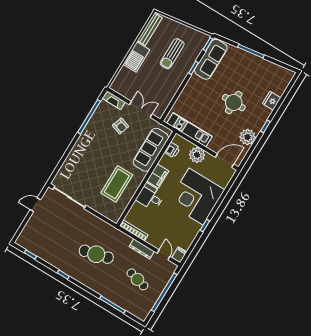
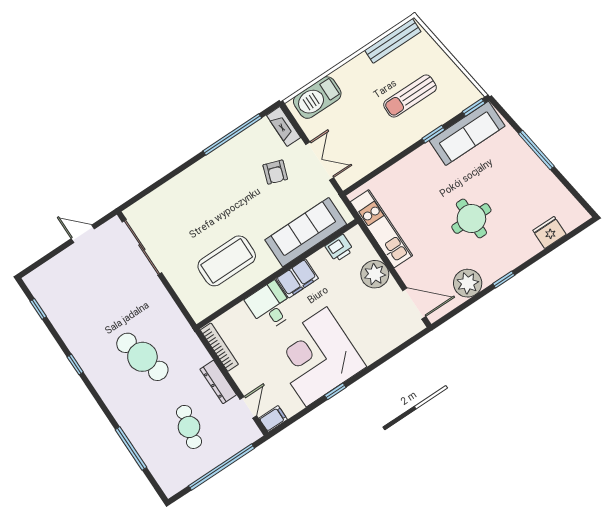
barbecue: (136, 57) -> (317, 98), moved
fridge: (272, 101) -> (549, 232), moved
corner desk: (196, 197) -> (316, 357), moved

